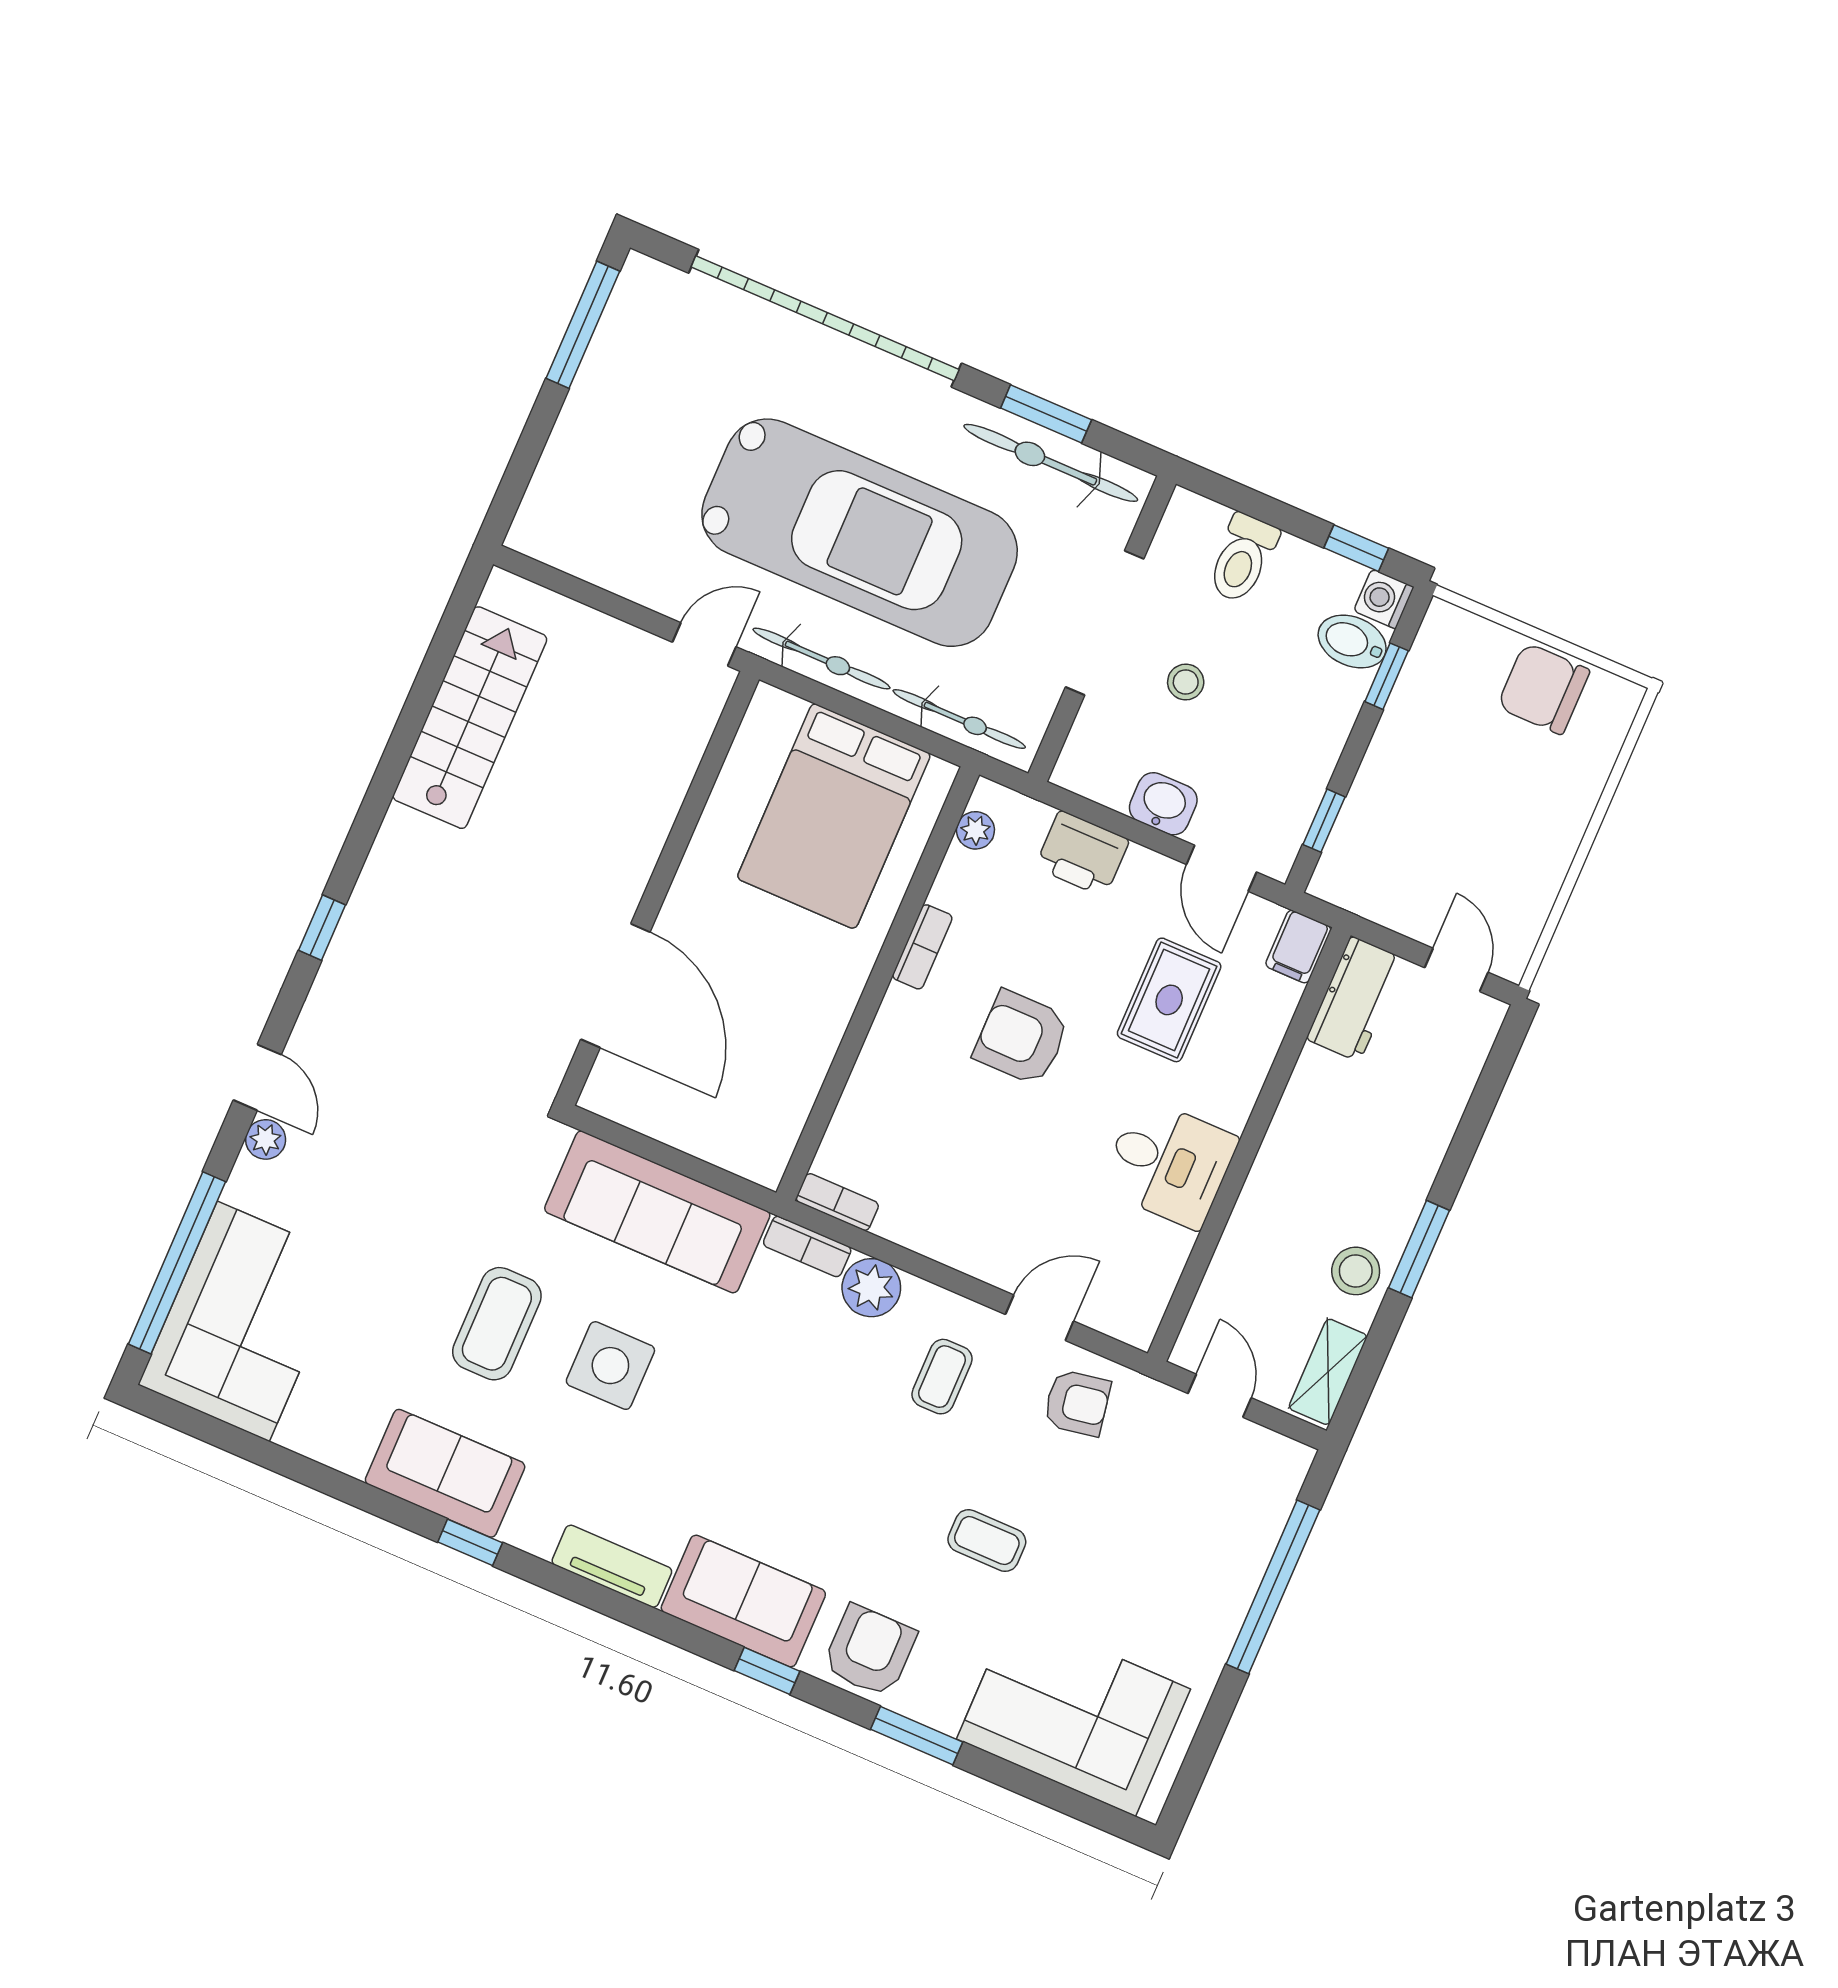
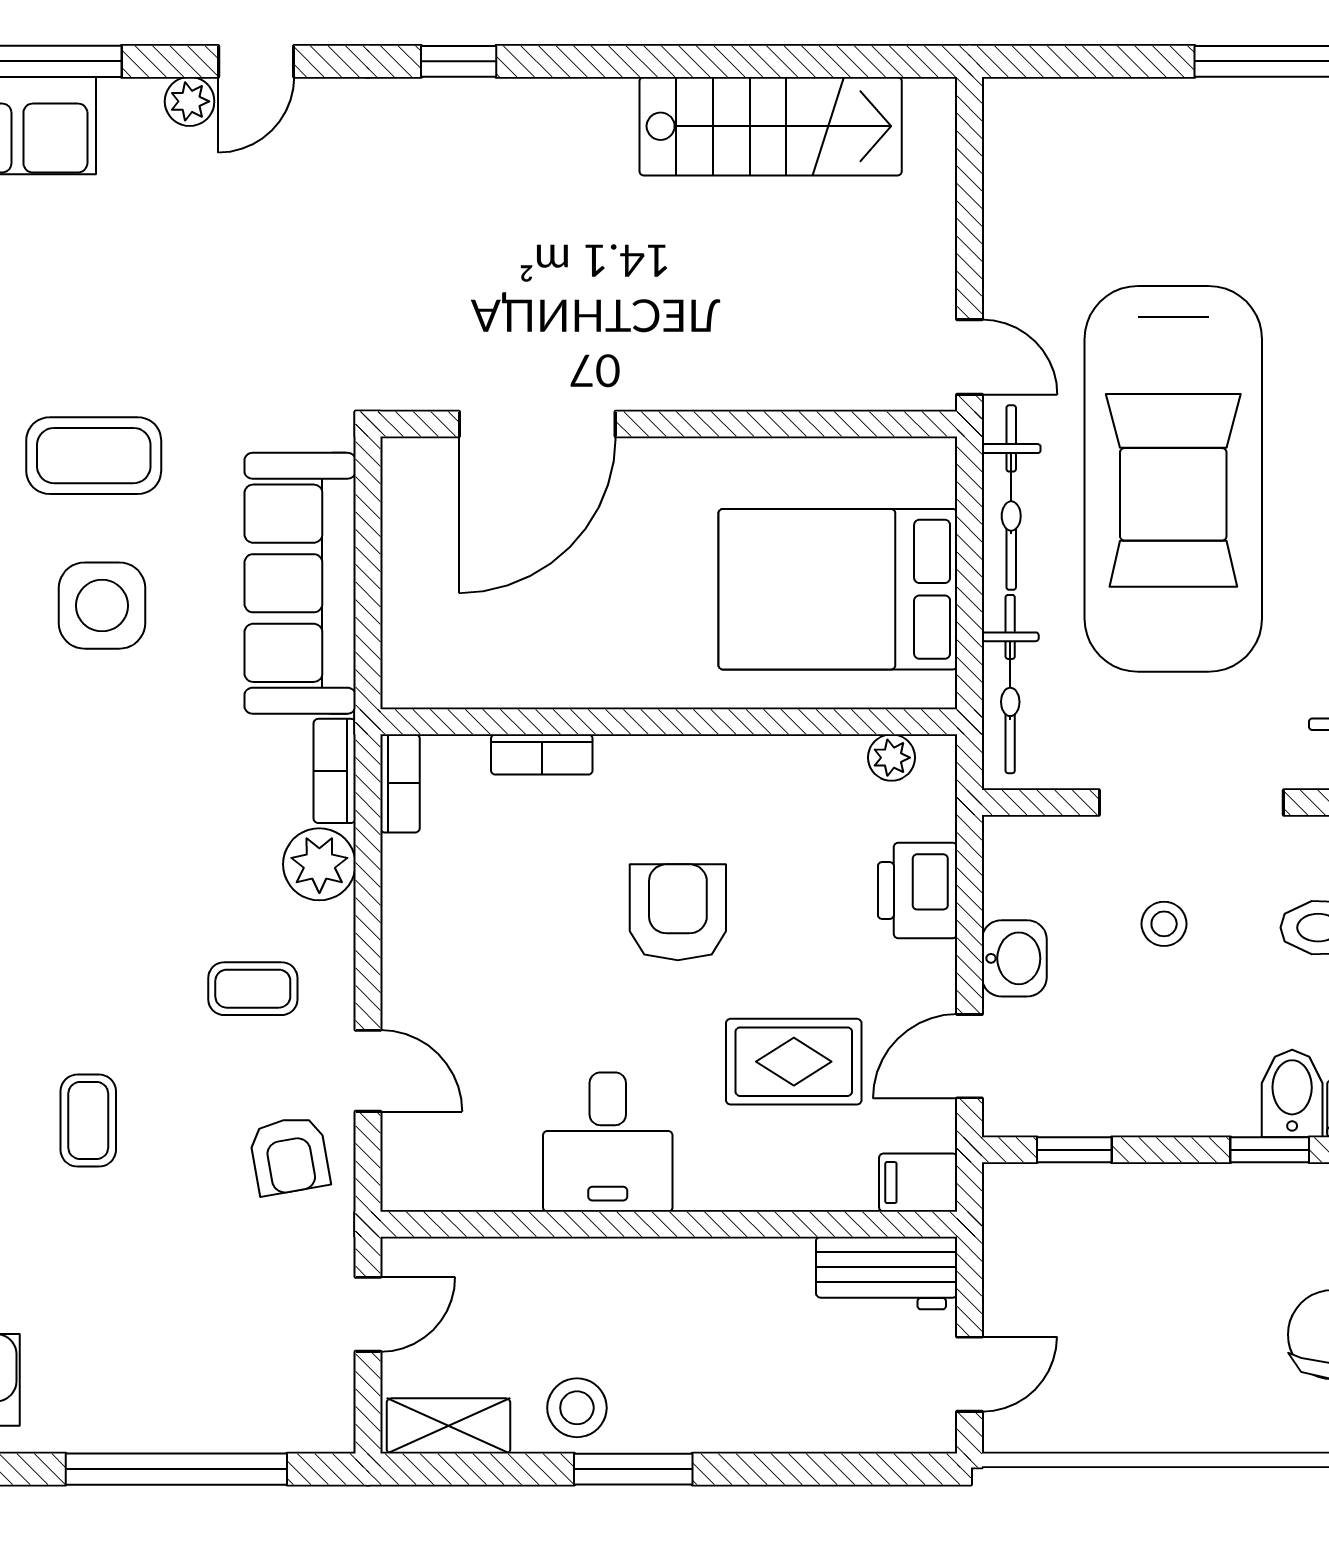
bookcase: (922, 947) -> (542, 754), moved

